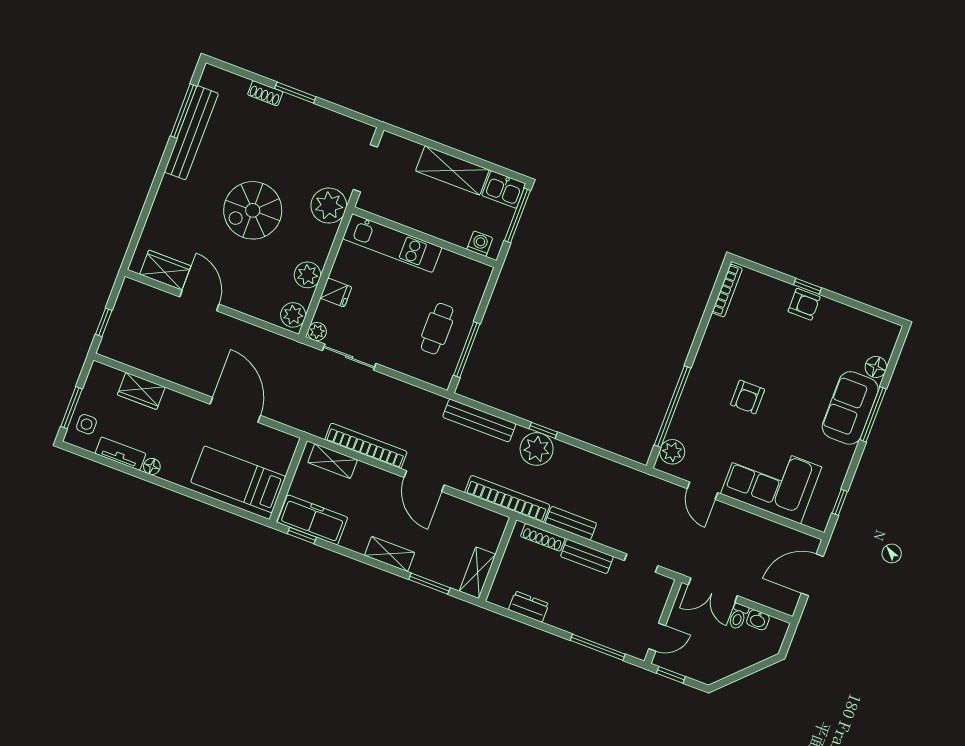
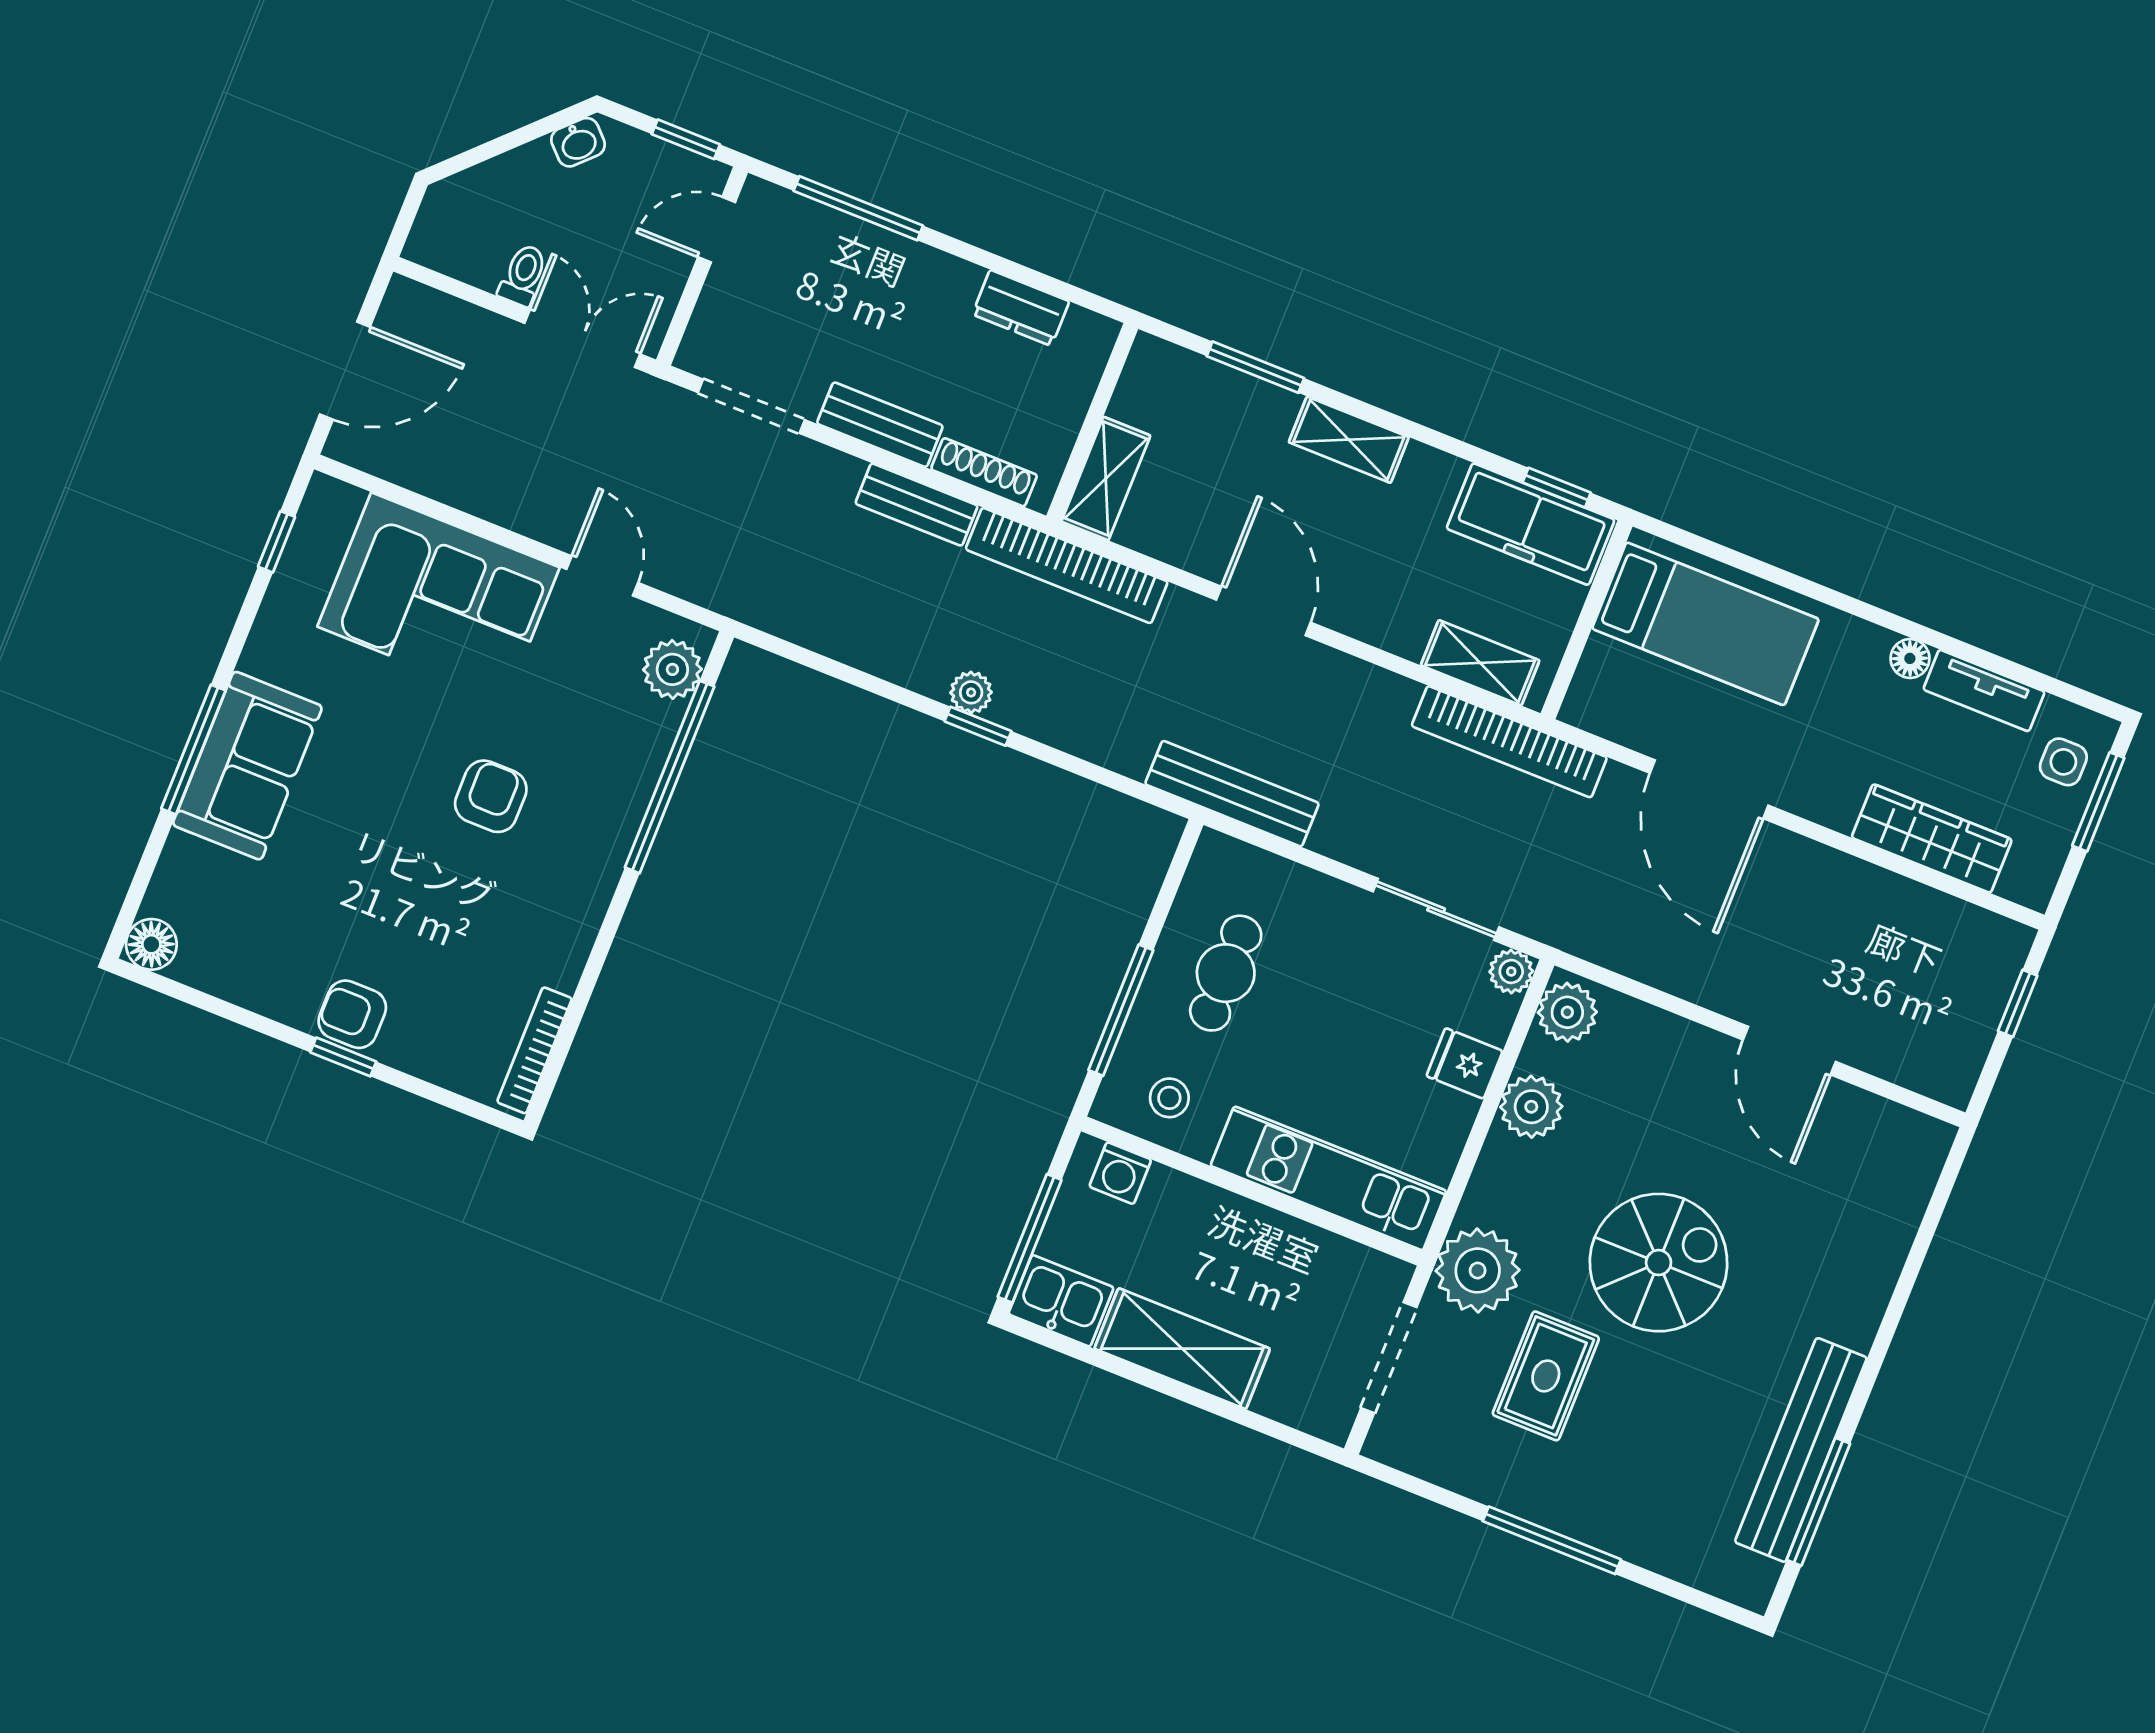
shoe rack: (265, 93) -> (1624, 1540), removed
window: (295, 93) -> (1552, 1540), width x1.44
rug: (299, 162) -> (1546, 1376), added
wardrobe: (165, 270) -> (1869, 1125), removed
stool: (460, 276) -> (1169, 1098), added
window: (467, 350) -> (1121, 1010), moved
floor lamp: (876, 367) -> (151, 944), moved
wardrobe: (141, 391) -> (1932, 838), width x1.50
bench: (479, 421) -> (1232, 794), moved
bookcase: (366, 446) -> (1509, 742), moved
plant: (537, 449) -> (971, 692), width x0.53, depth x0.53
doorway: (641, 563) -> (751, 406), width x1.38
shelving: (477, 573) -> (1106, 479), moved
washbasin: (758, 620) -> (578, 142), moved, turned 135

